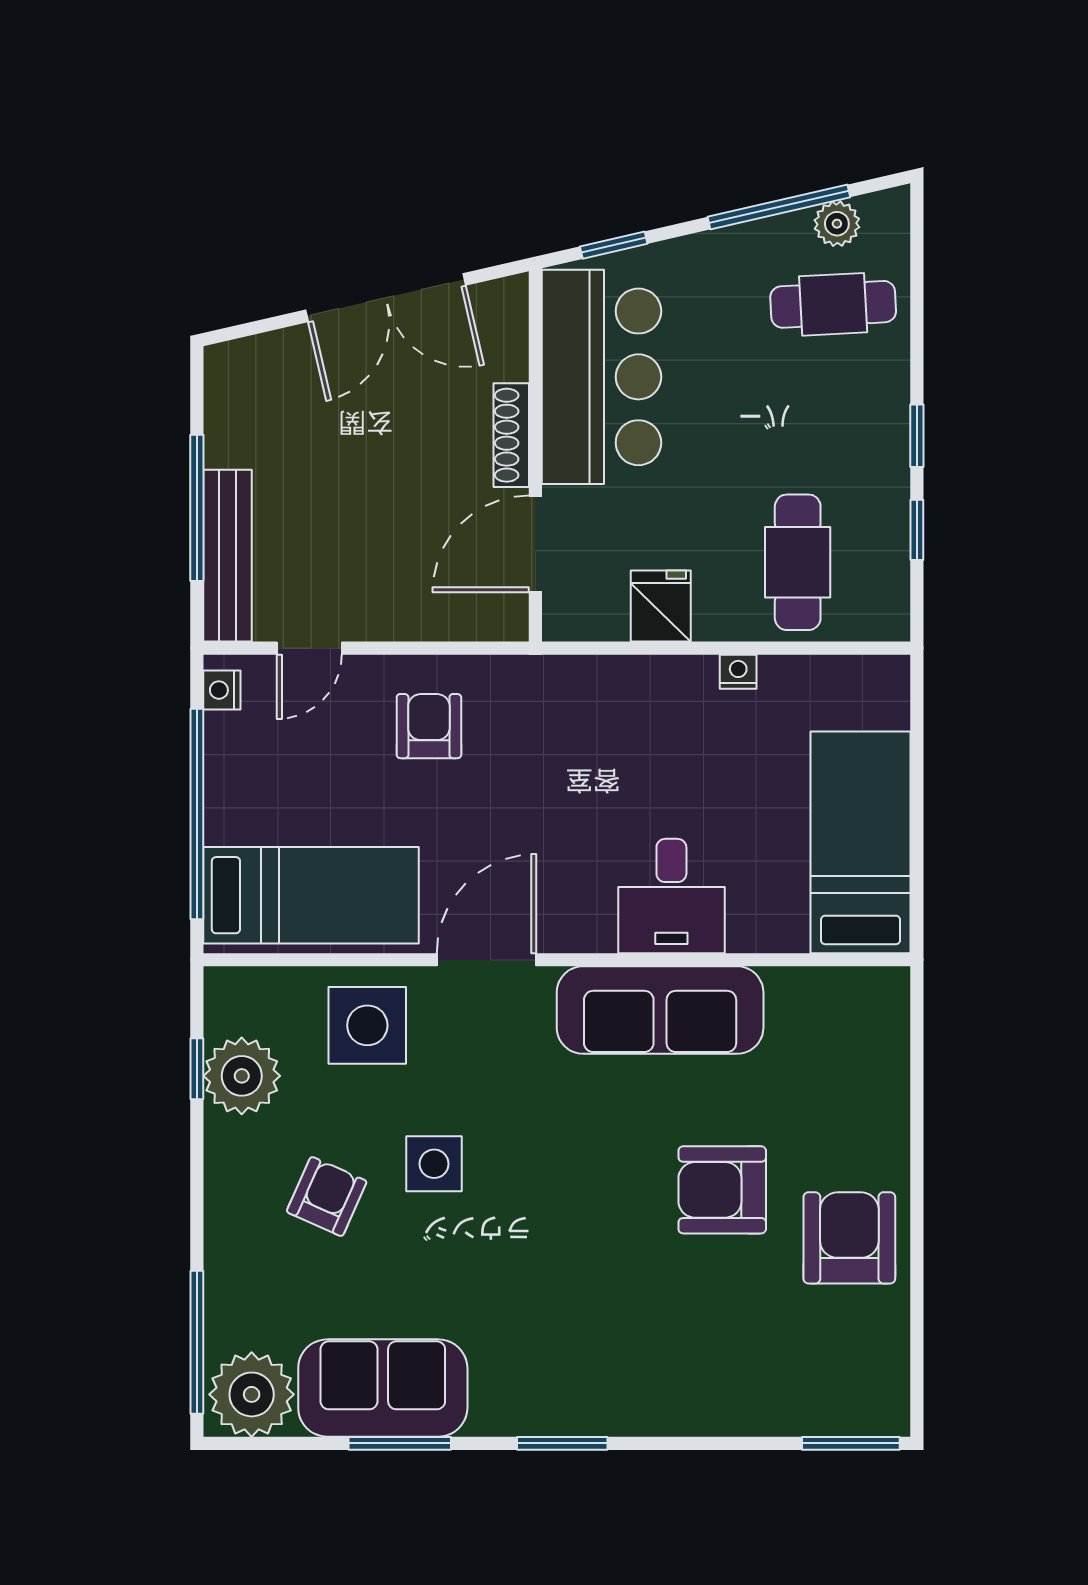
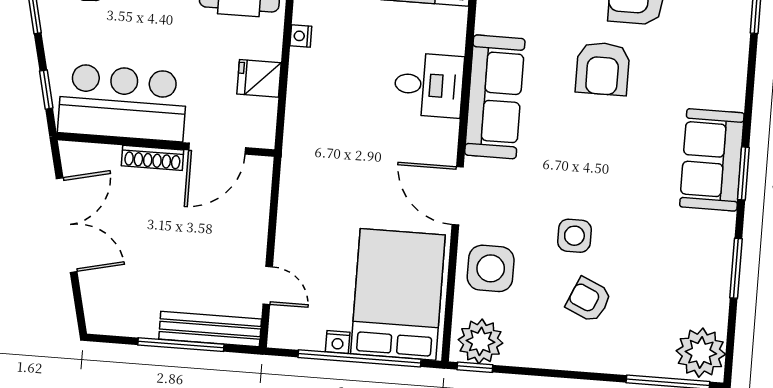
door: (535, 544) -> (217, 149), hinge flipped
nightstand: (222, 690) -> (338, 342), moved
armchair: (429, 726) -> (319, 219), removed
bed: (311, 895) -> (398, 294), width x1.50
window: (197, 1069) -> (475, 367), moved
plant: (242, 1076) -> (481, 341), moved
sofa: (383, 1388) -> (712, 160), moved

